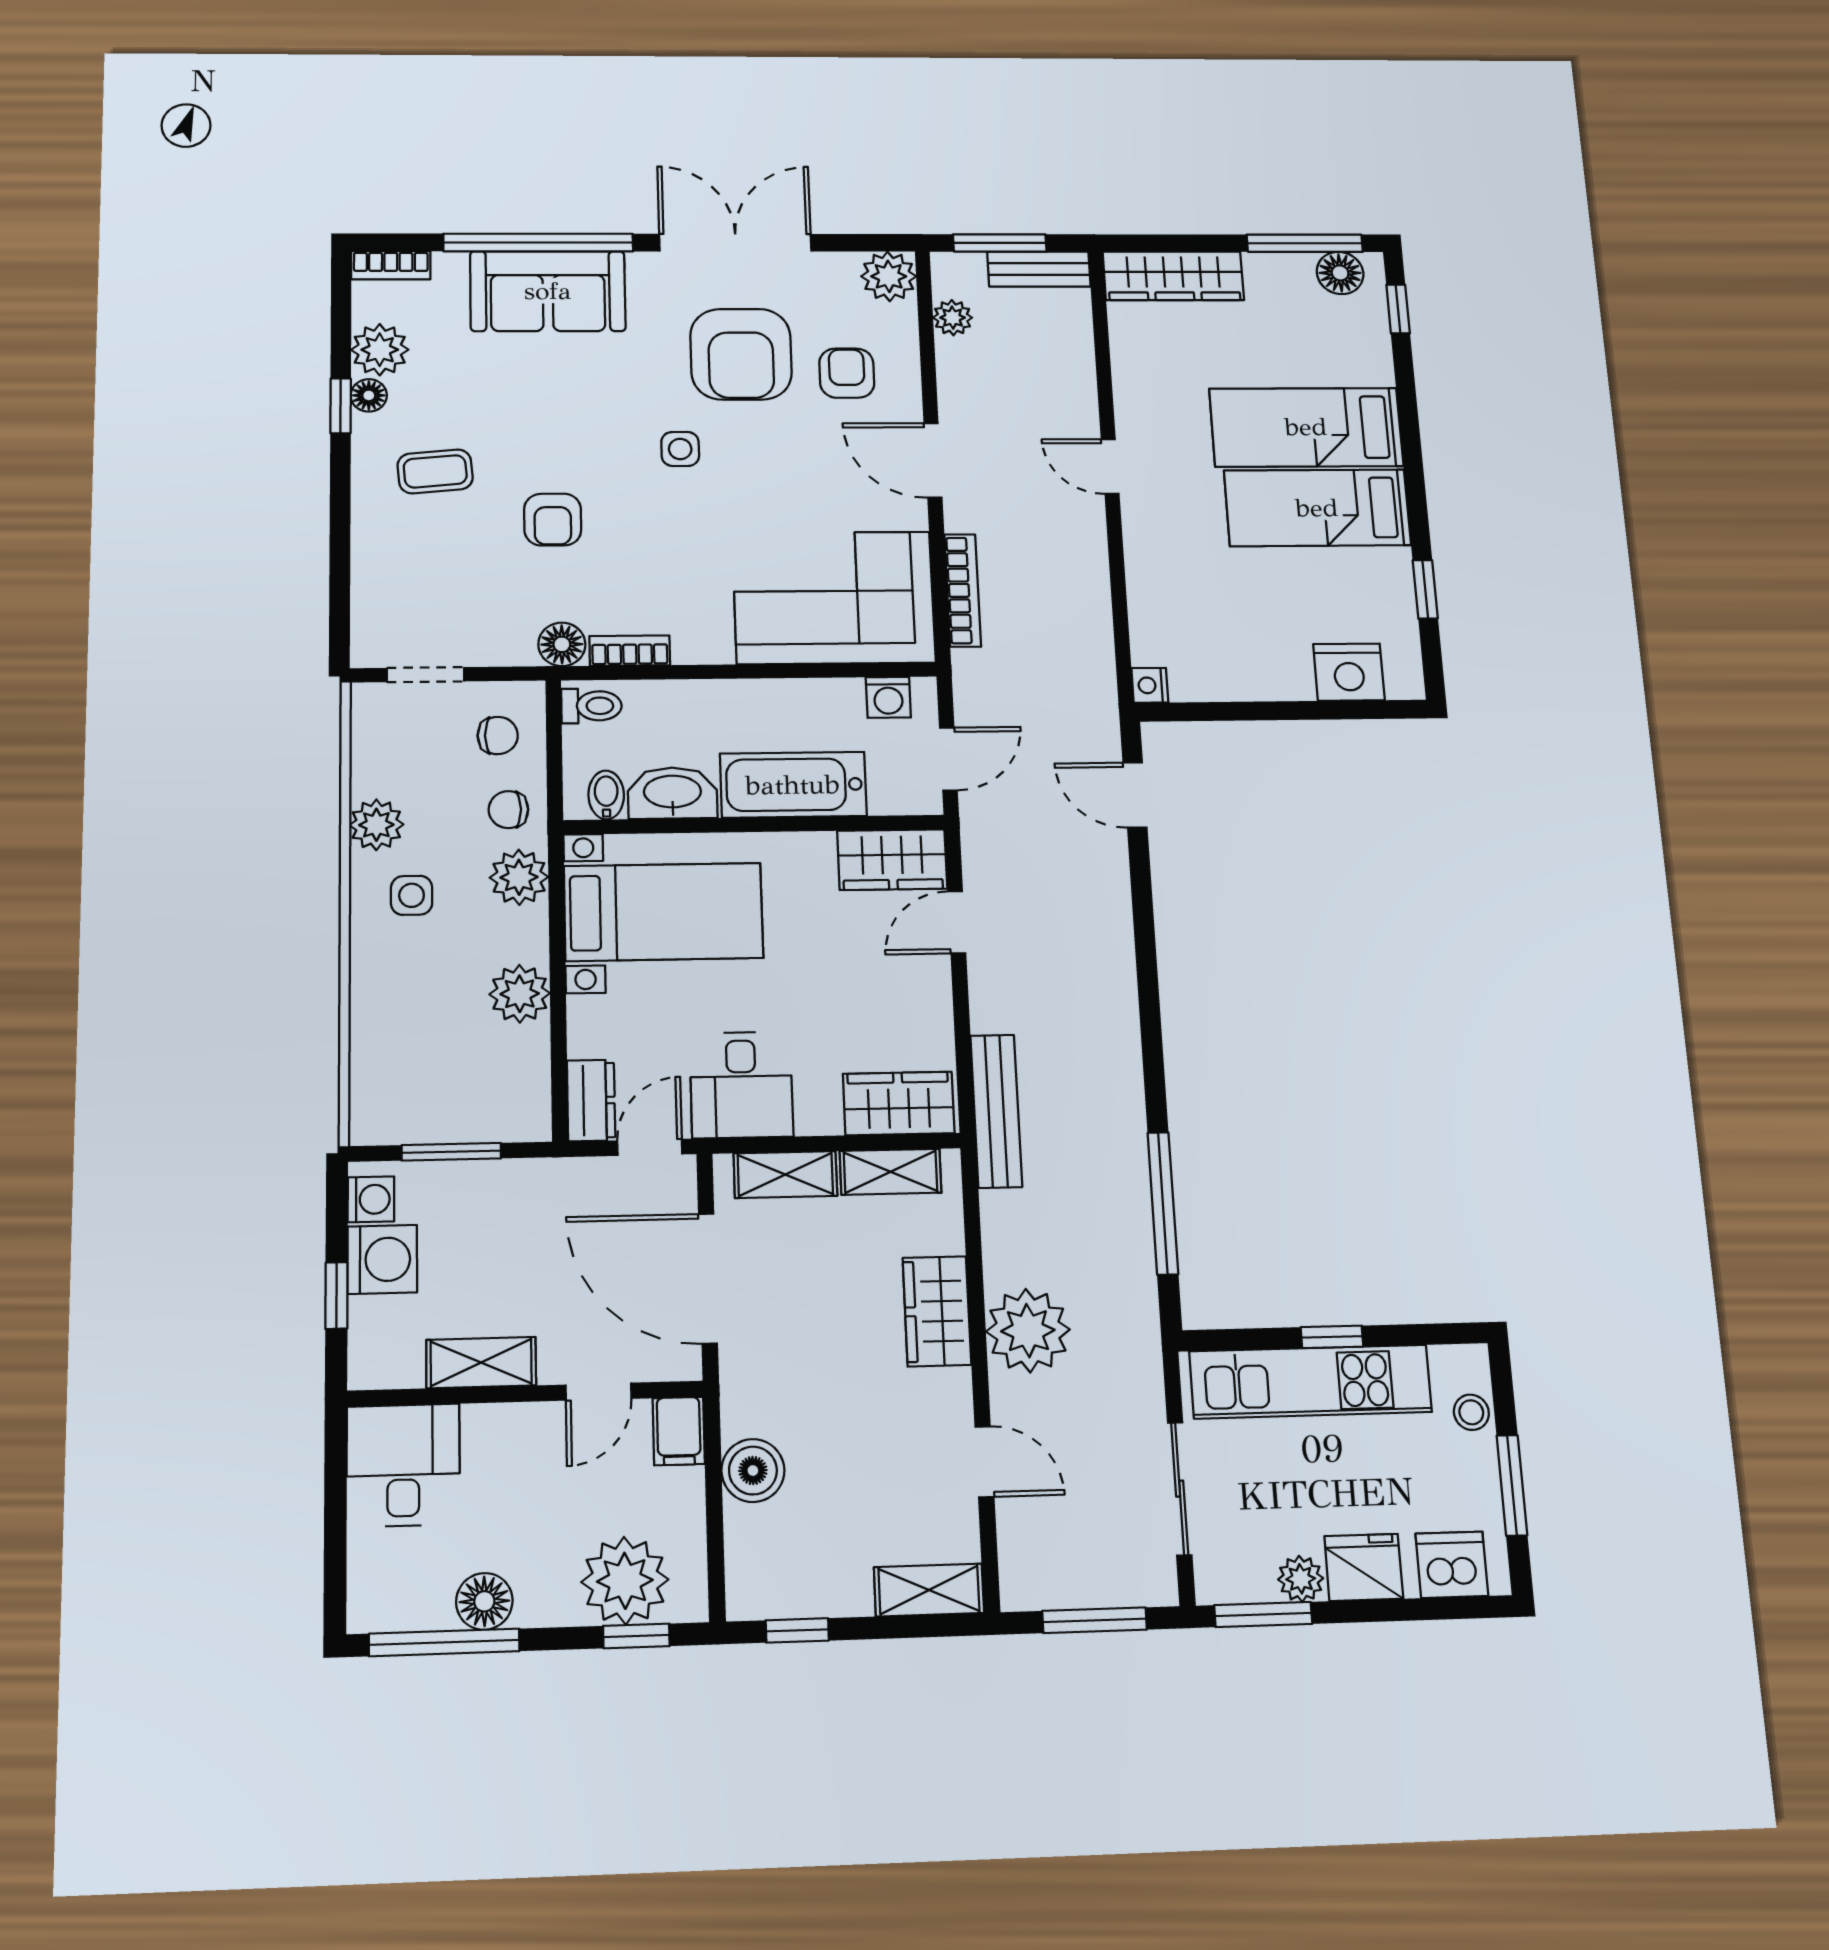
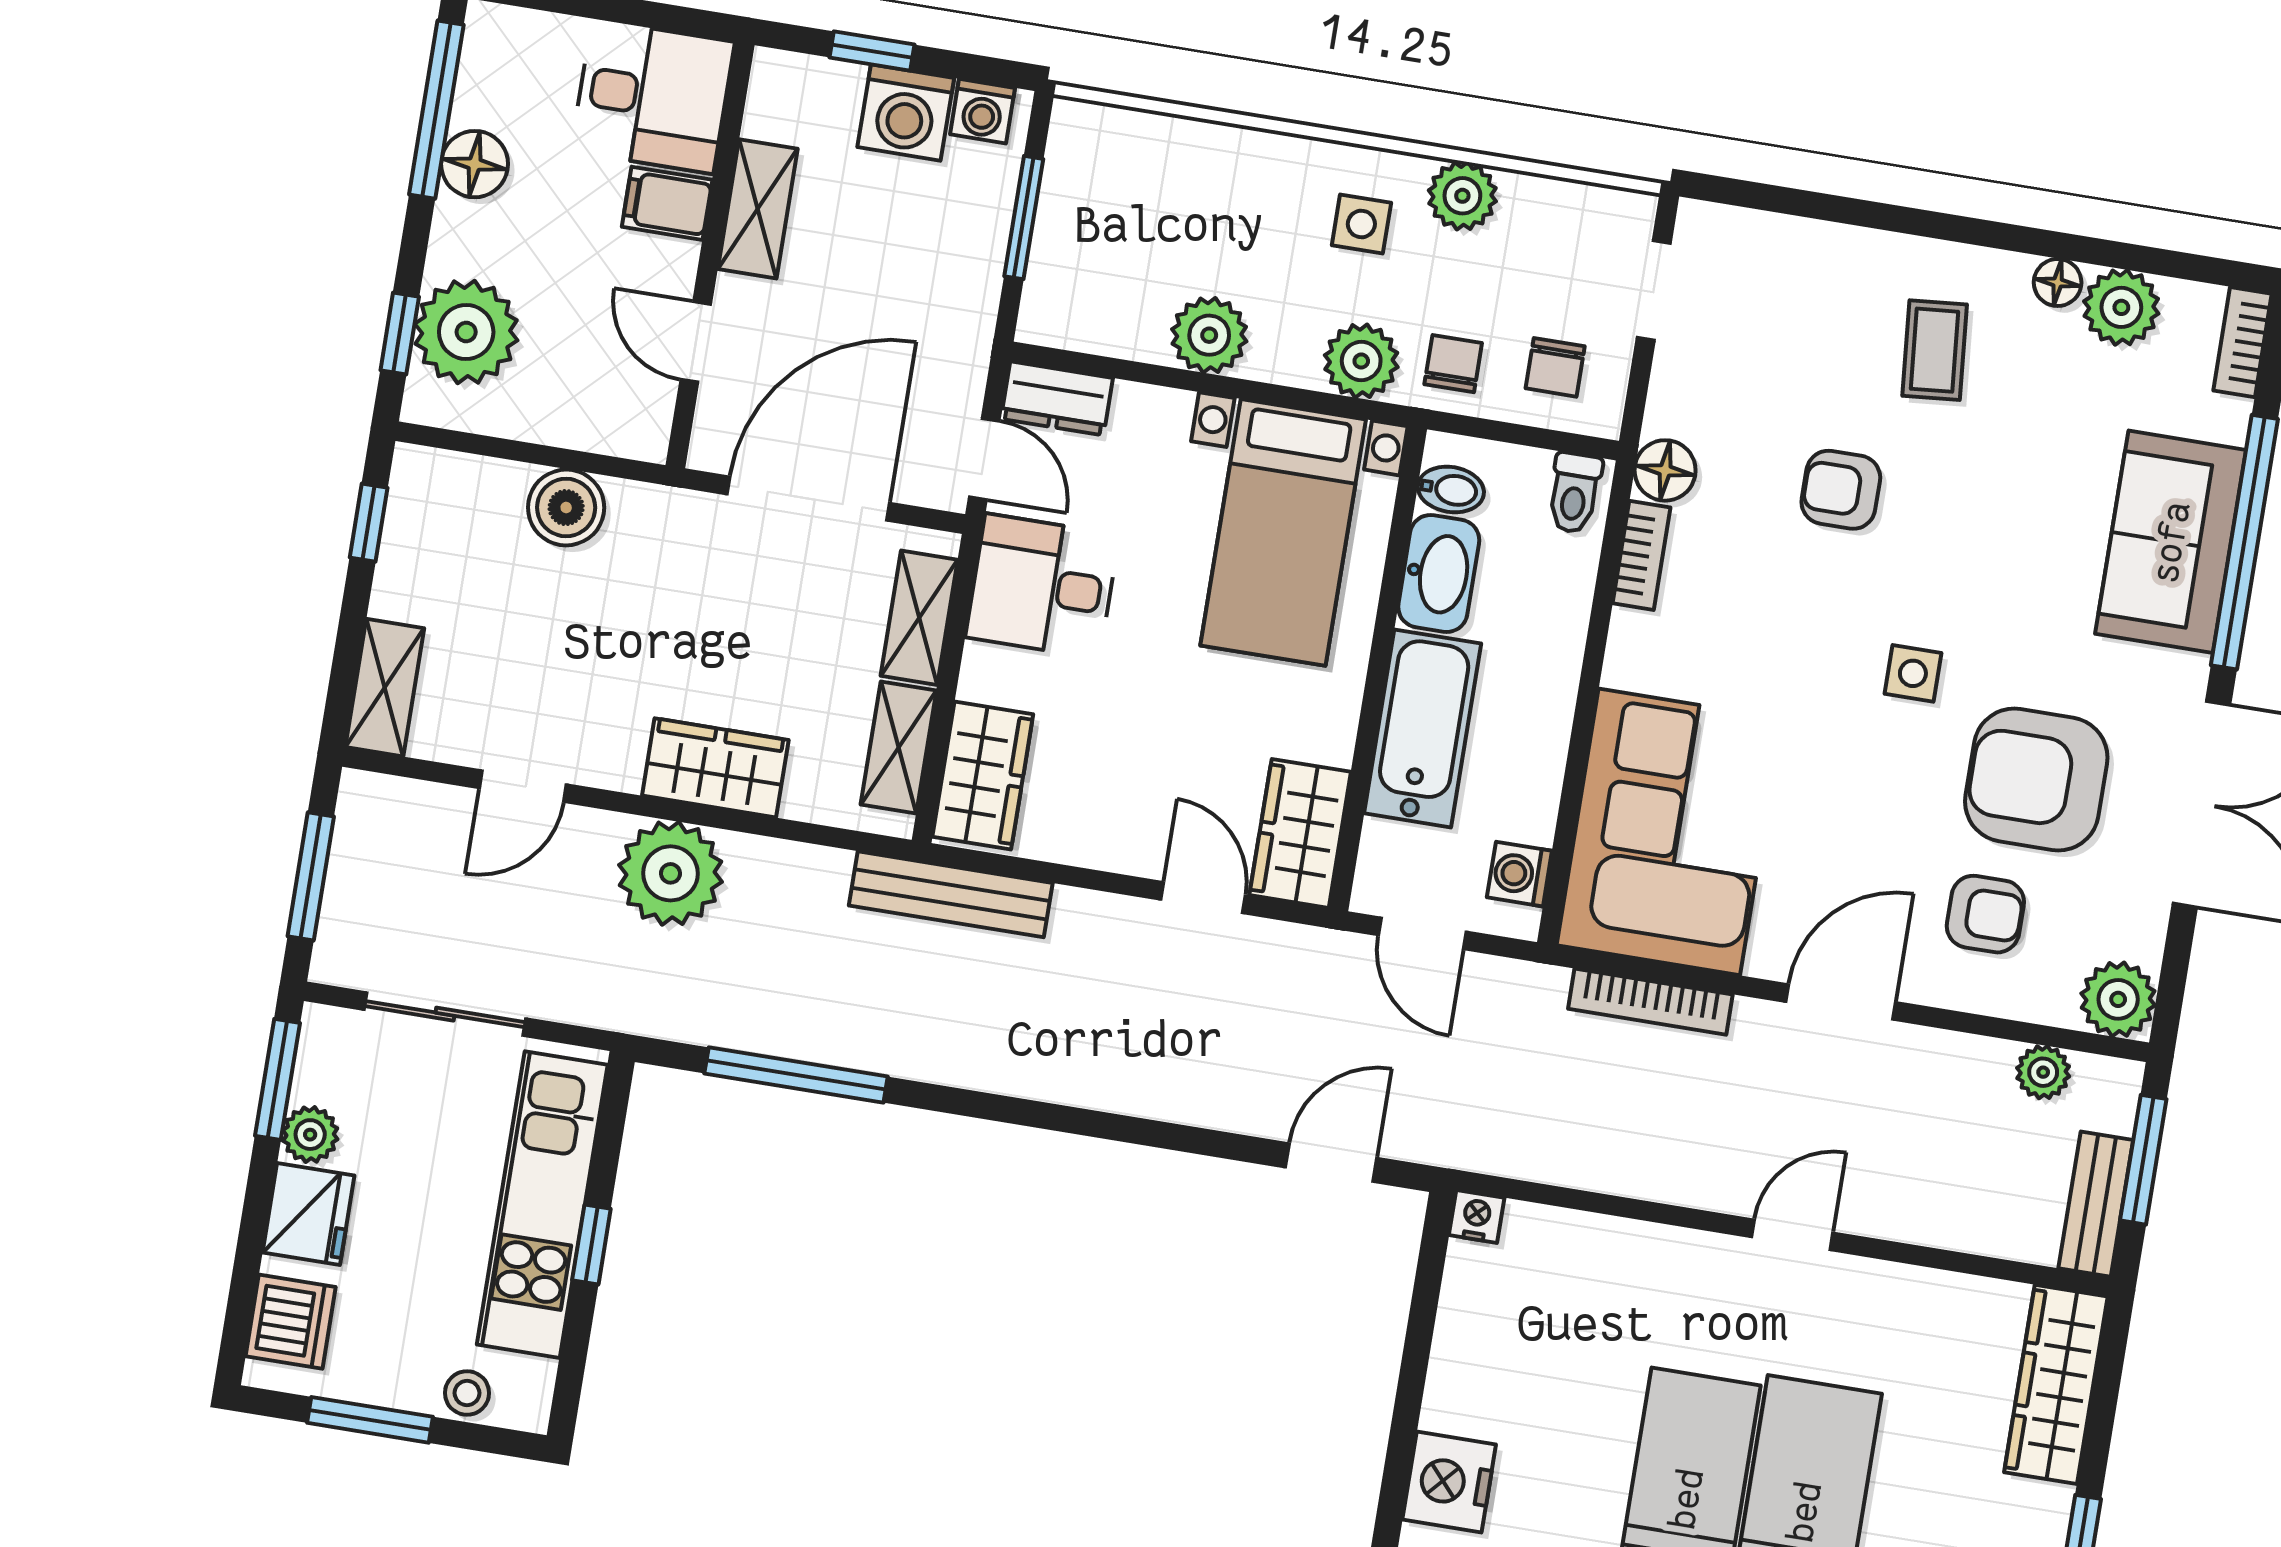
window: (341, 406) -> (2049, 244), removed
filing cabinet: (679, 1431) -> (667, 203), moved

